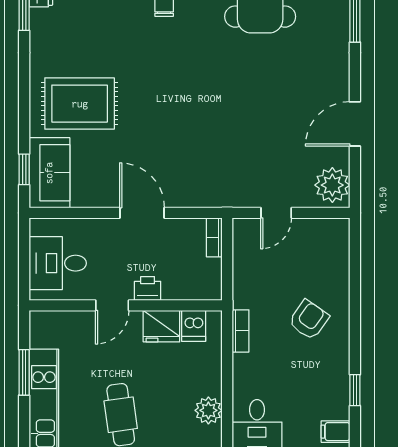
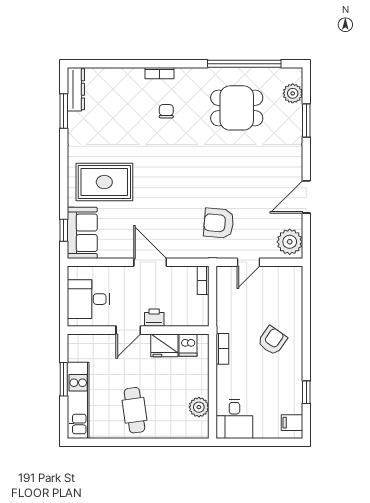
armchair: (235, 160) -> (219, 223), added

